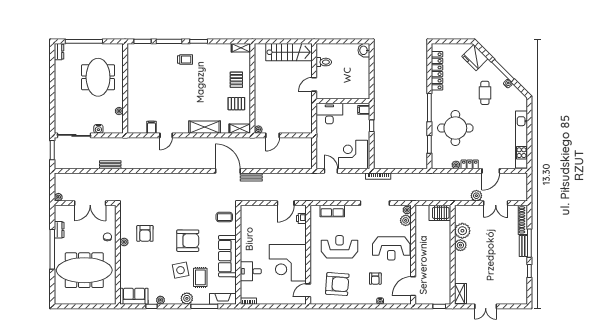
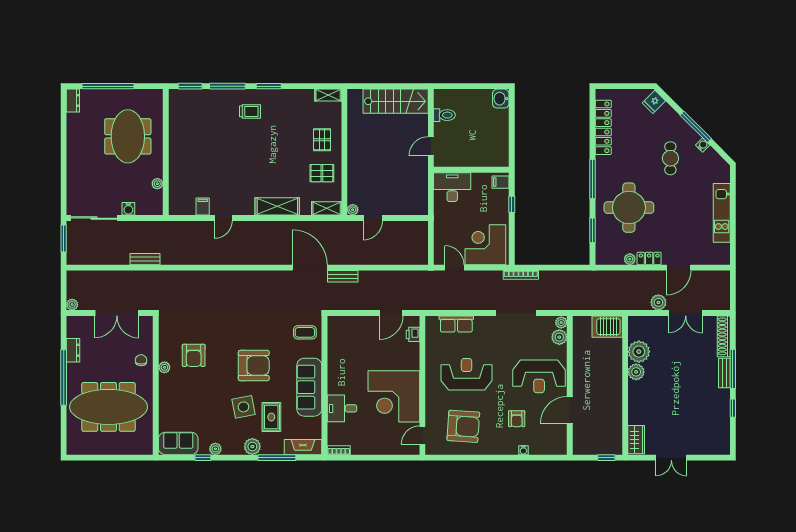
fridge: (475, 58) -> (654, 102), width x0.53, depth x0.75
kitchen unit: (521, 140) -> (722, 213), width x0.73
door: (413, 286) -> (570, 410), moved

